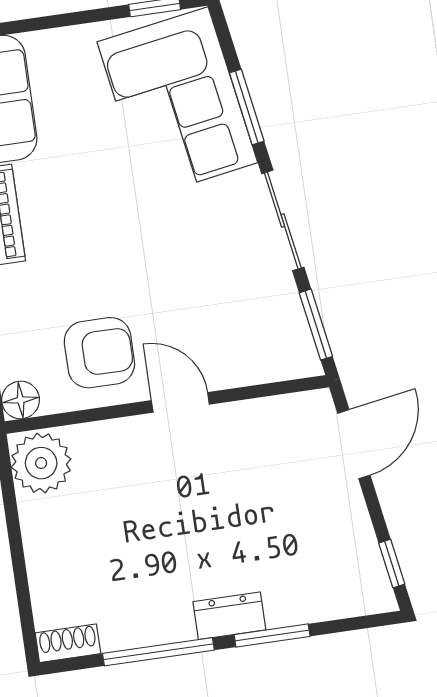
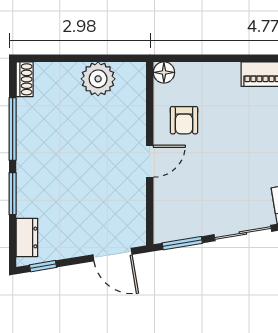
armchair: (99, 353) -> (184, 120), width x0.72, depth x0.72
plant: (41, 463) -> (98, 79), moved
dresser: (229, 616) -> (27, 237), moved

